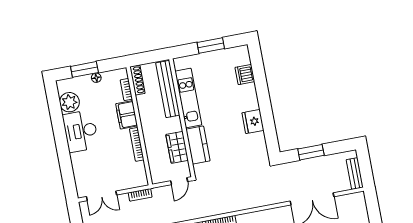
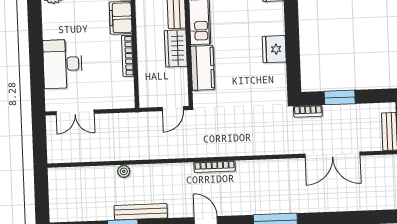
desk: (81, 131) -> (63, 64), moved
wardrobe: (177, 147) -> (176, 48), moved
bookcase: (140, 195) -> (308, 111), moved

